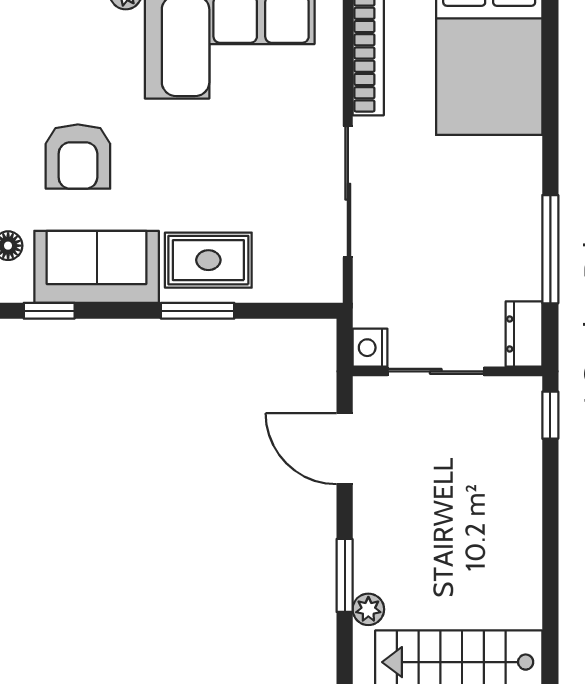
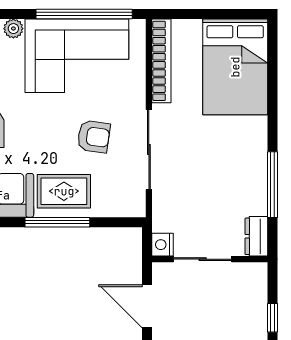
armchair: (257, 170) -> (94, 137), added
window: (198, 311) -> (57, 222), width x1.44
window: (550, 415) -> (272, 318), moved

